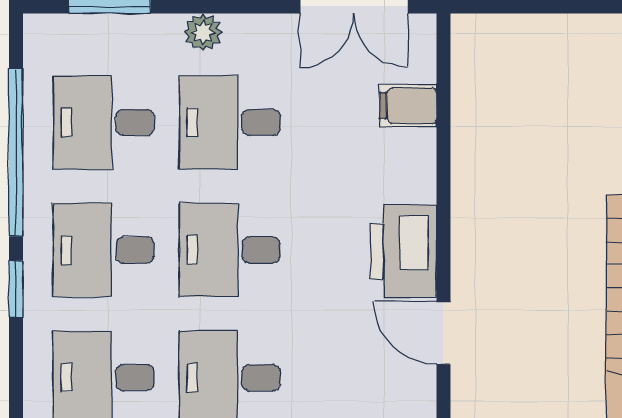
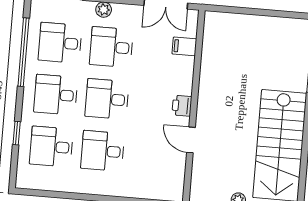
printer: (403, 251) -> (182, 106), width x0.53, depth x0.68
window: (16, 289) -> (17, 133), moved

